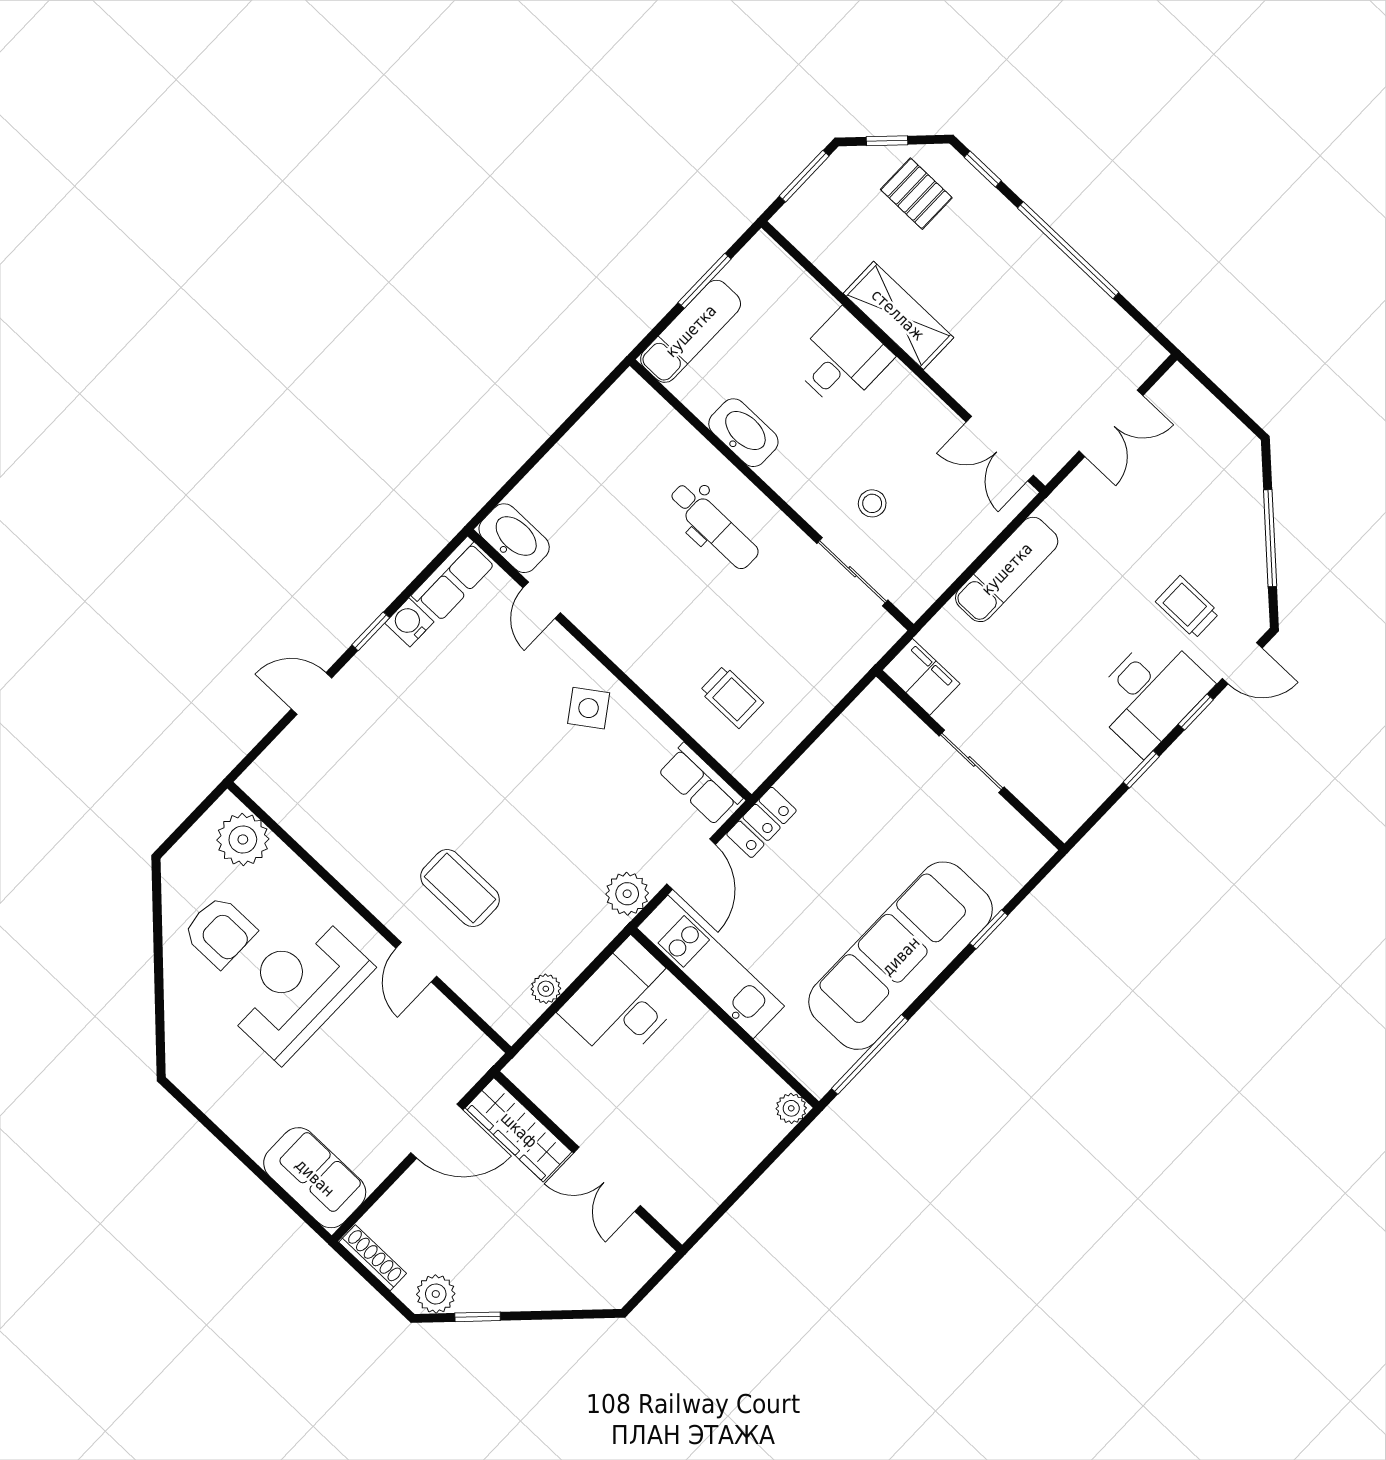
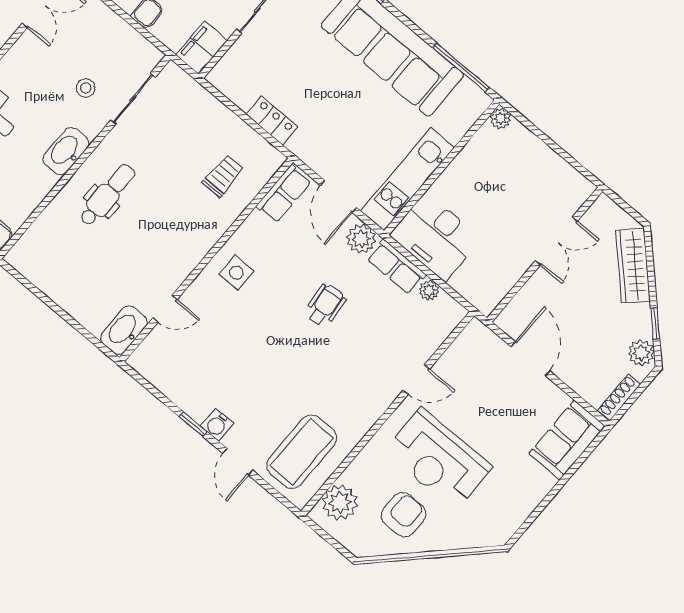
washbasin: (743, 433) -> (66, 151), moved
row of seats: (454, 579) -> (396, 267), moved, turned 180
water cooler: (409, 622) -> (217, 425), moved
side table: (589, 708) -> (236, 273), turned 35
locker: (761, 822) -> (272, 121), moved
wheelchair: (533, 835) -> (325, 305), added
door: (691, 864) -> (338, 197), swing flipped
coffee table: (460, 888) -> (302, 452), moved, width x1.36, depth x1.32
wardrobe: (519, 1130) -> (633, 266), moved, turned 135

